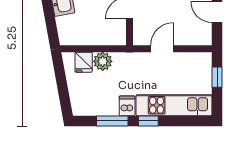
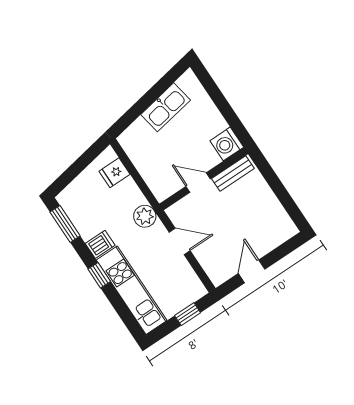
plant: (103, 61) -> (145, 216), moved
window: (112, 121) -> (65, 224), moved

